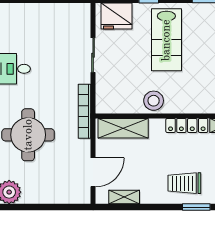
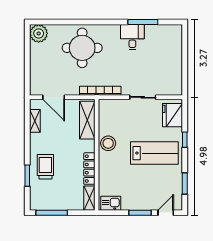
lab bench: (166, 40) -> (154, 153), turned 180

